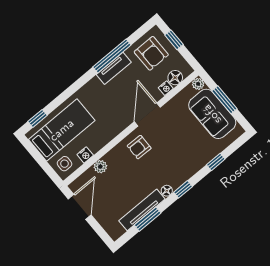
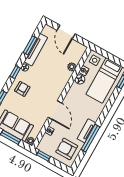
window: (174, 40) -> (43, 156), moved
floor lamp: (175, 78) -> (80, 79), moved
armchair: (139, 147) -> (22, 89), moved
door: (80, 207) -> (66, 32), moved

